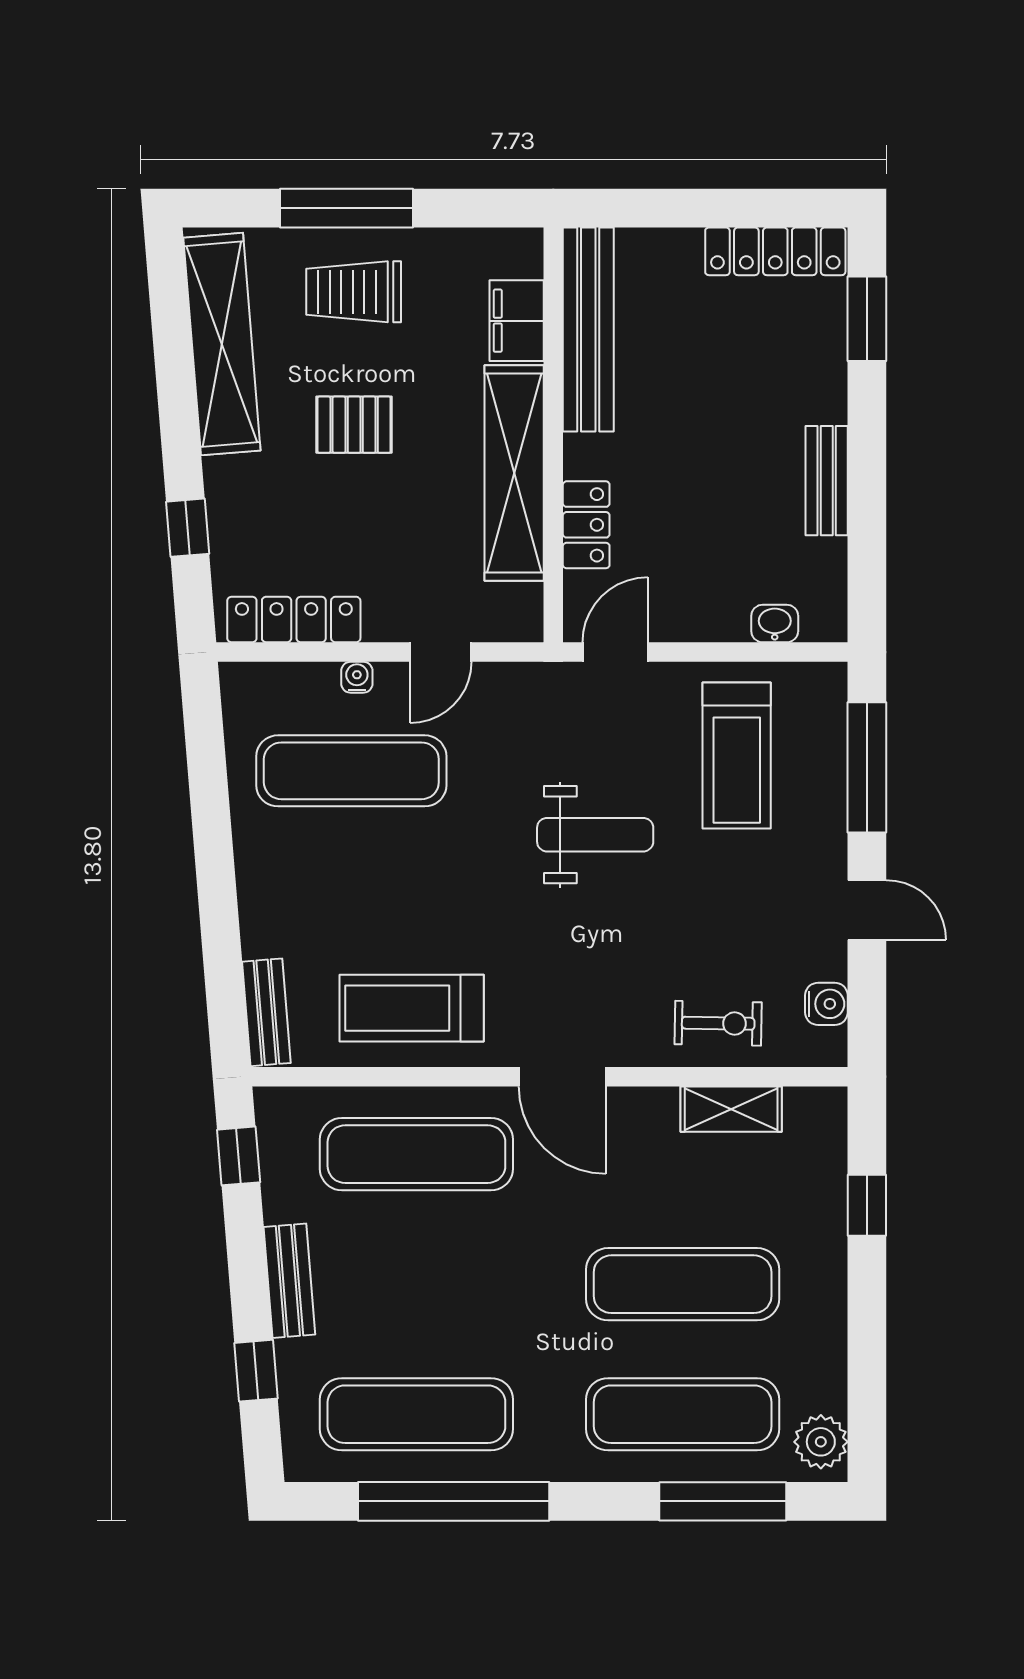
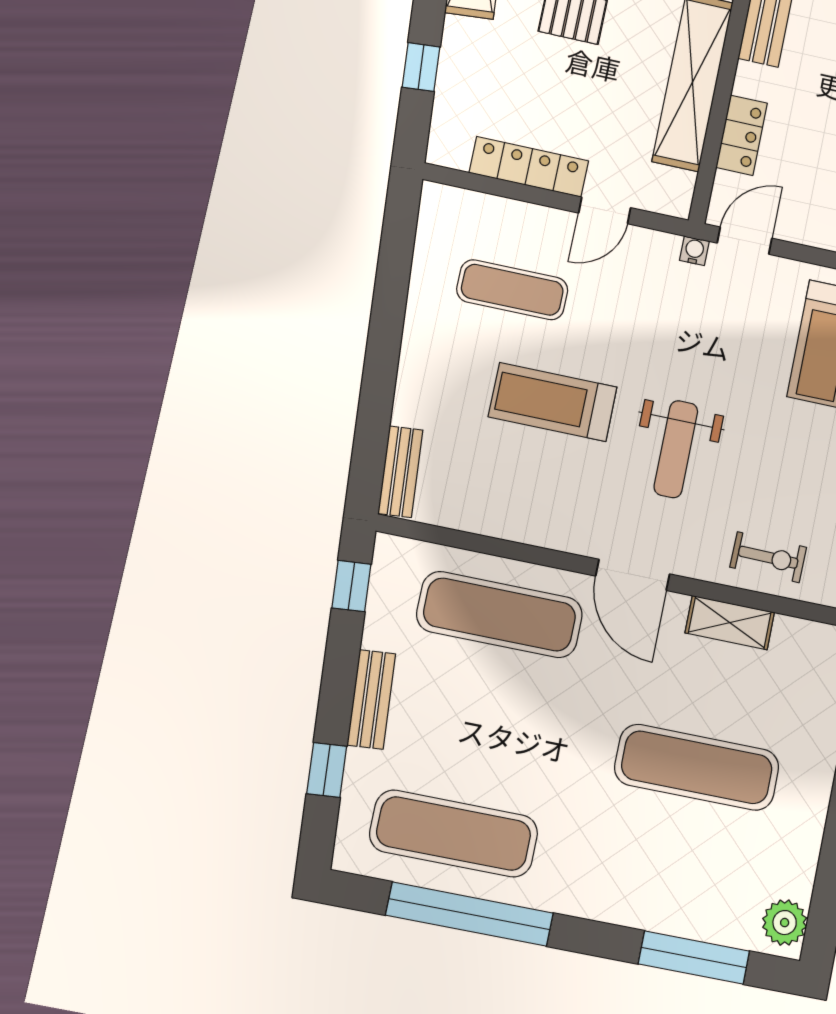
locker: (294, 619) -> (529, 167), moved
water cooler: (357, 677) -> (694, 251), moved
exercise mat: (351, 771) -> (512, 290), width x0.73, depth x0.69
weight bench: (595, 835) -> (676, 449), moved, turned 90
treadmill: (412, 1008) -> (553, 402), moved
shelving: (731, 1109) -> (730, 623), moved
exercise mat: (683, 1414) -> (675, 877), removed

